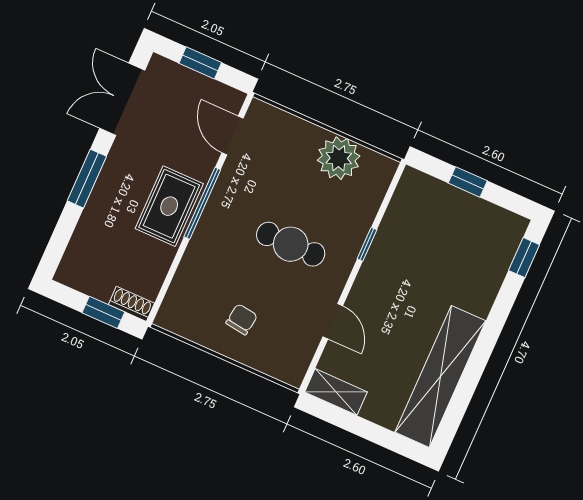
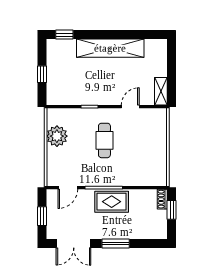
chair: (242, 319) -> (147, 147), removed
shelving: (440, 376) -> (110, 48), moved

